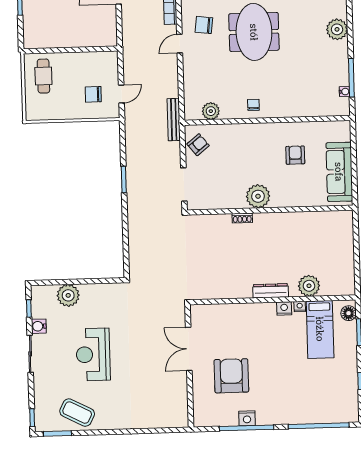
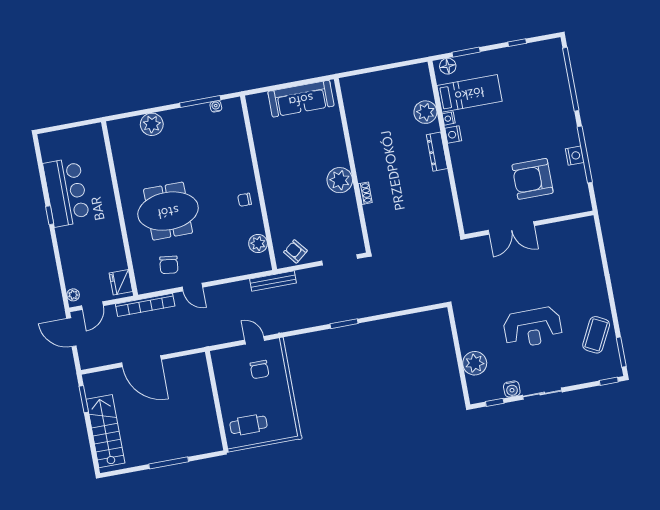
armchair: (295, 155) -> (291, 148), removed

